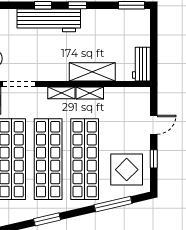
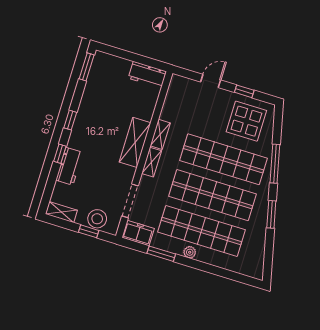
workbench: (49, 20) -> (69, 166), width x0.53, depth x0.76
shelving: (92, 72) -> (135, 142), moved
door: (154, 125) -> (211, 81), hinge flipped
window: (113, 204) -> (275, 164), moved

